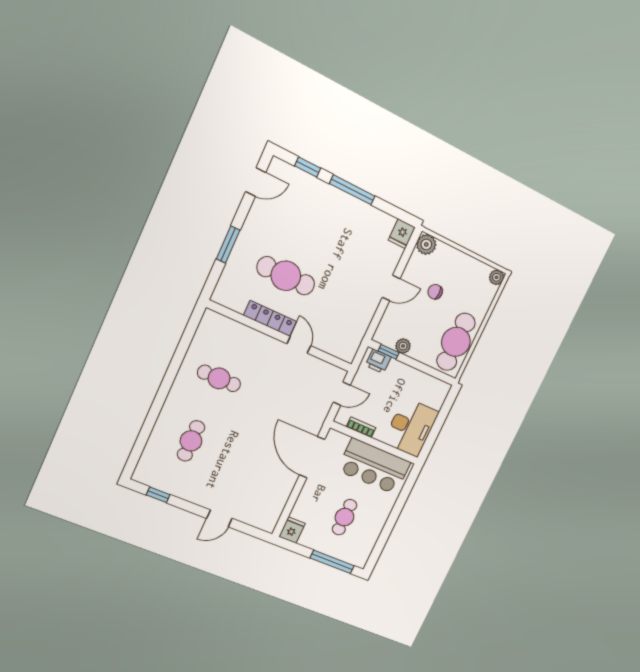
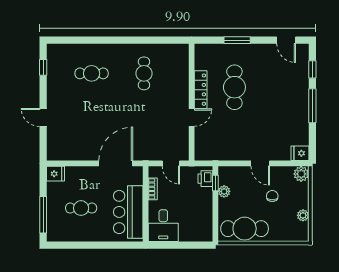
plant: (496, 277) -> (303, 215), moved
desk: (411, 427) -> (163, 226), width x0.73

